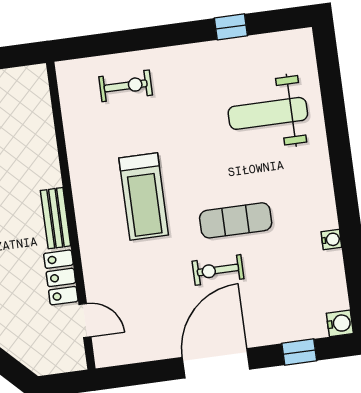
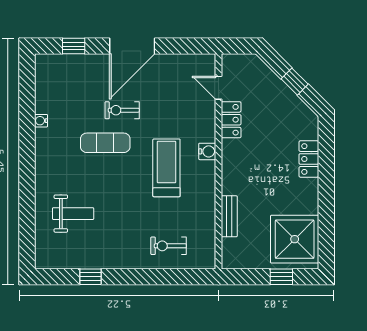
weight bench: (268, 113) -> (73, 214), width x0.73, depth x0.75
bench: (56, 218) -> (229, 216), moved
exercise bike: (218, 270) -> (122, 110), turned 180
water cooler: (340, 323) -> (207, 151), moved, turned 180

